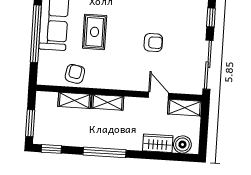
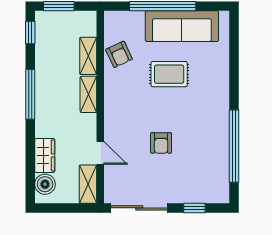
armchair: (75, 74) -> (119, 54), turned 55
door: (159, 95) -> (100, 153), hinge flipped

